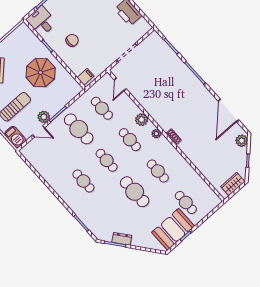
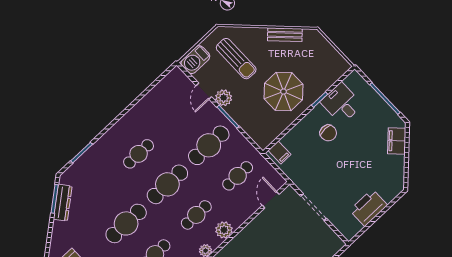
desk: (41, 21) -> (341, 103), moved, turned -90
door: (120, 84) -> (271, 200), hinge flipped
cafe table: (107, 160) -> (167, 184), width x1.37, depth x1.35
dresser: (122, 239) -> (63, 203), width x1.44

